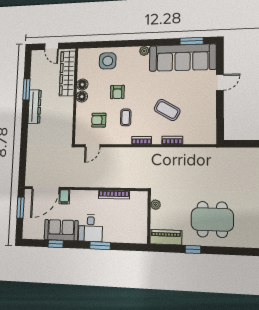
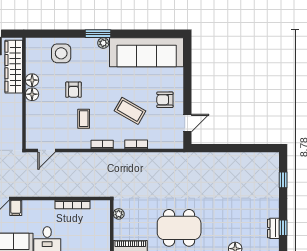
window: (192, 41) -> (98, 34), moved
door: (220, 82) -> (187, 123), moved
armchair: (99, 120) -> (165, 100), moved

